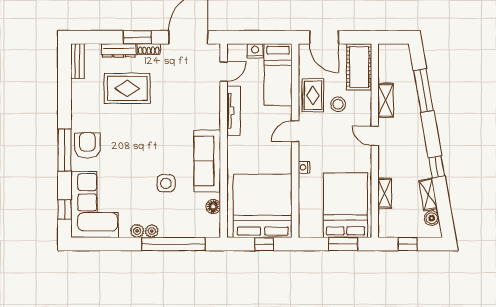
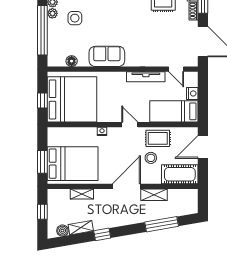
door: (375, 136) -> (126, 186), width x1.87
sofa: (207, 161) -> (107, 56), width x0.73
side table: (166, 183) -> (75, 18), moved

